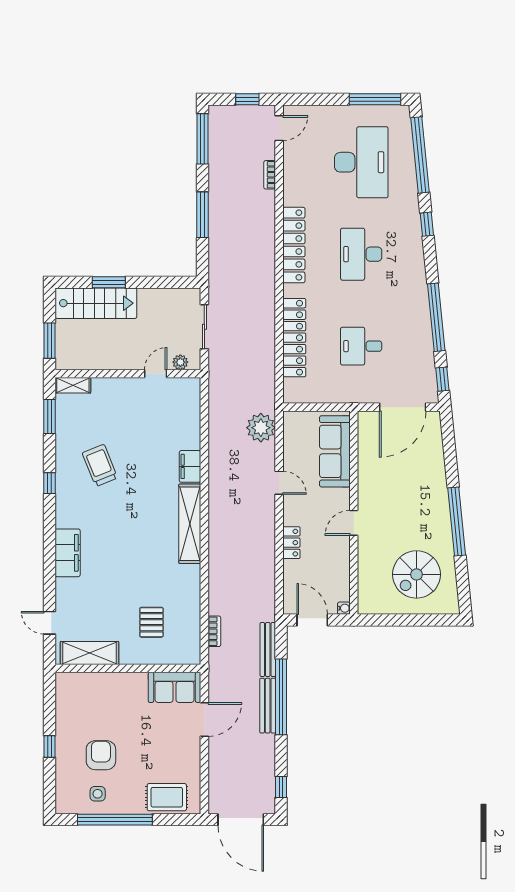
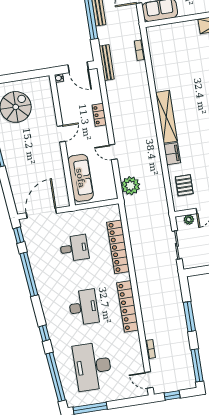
door: (279, 128) -> (149, 380), hinge flipped
pallet: (151, 622) -> (184, 185), moved
bench: (268, 649) -> (107, 63), moved

